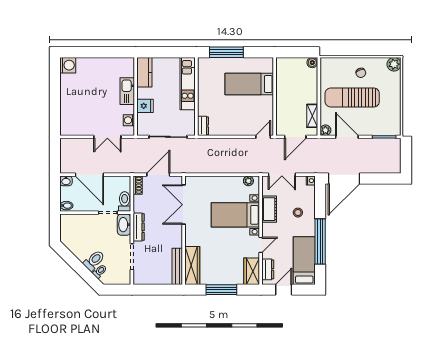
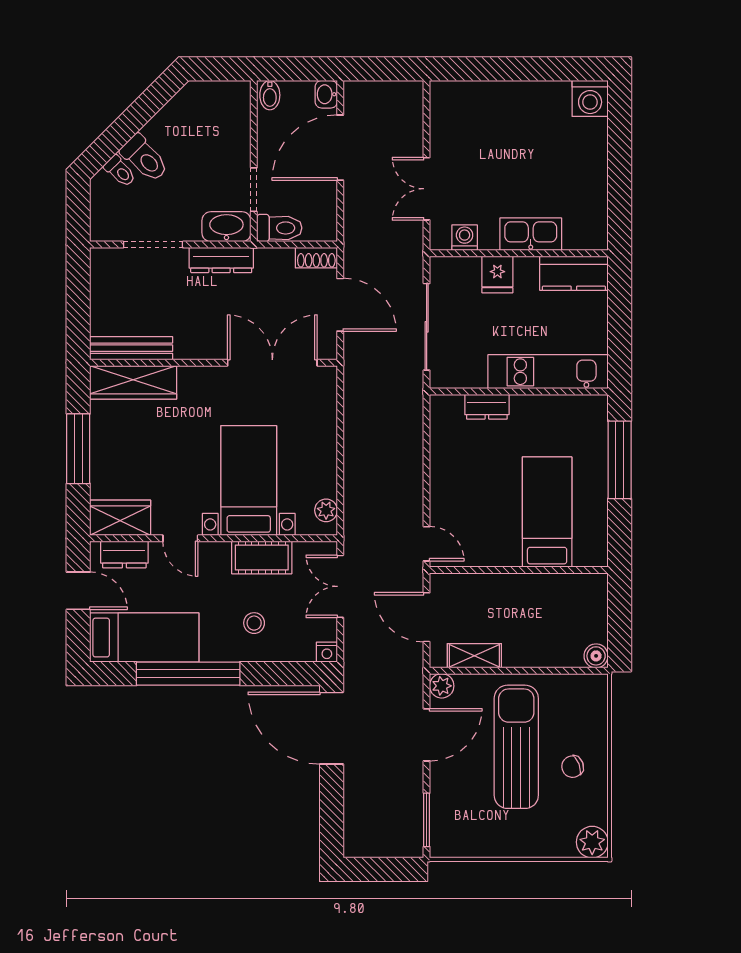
dresser: (203, 126) -> (487, 407), moved

